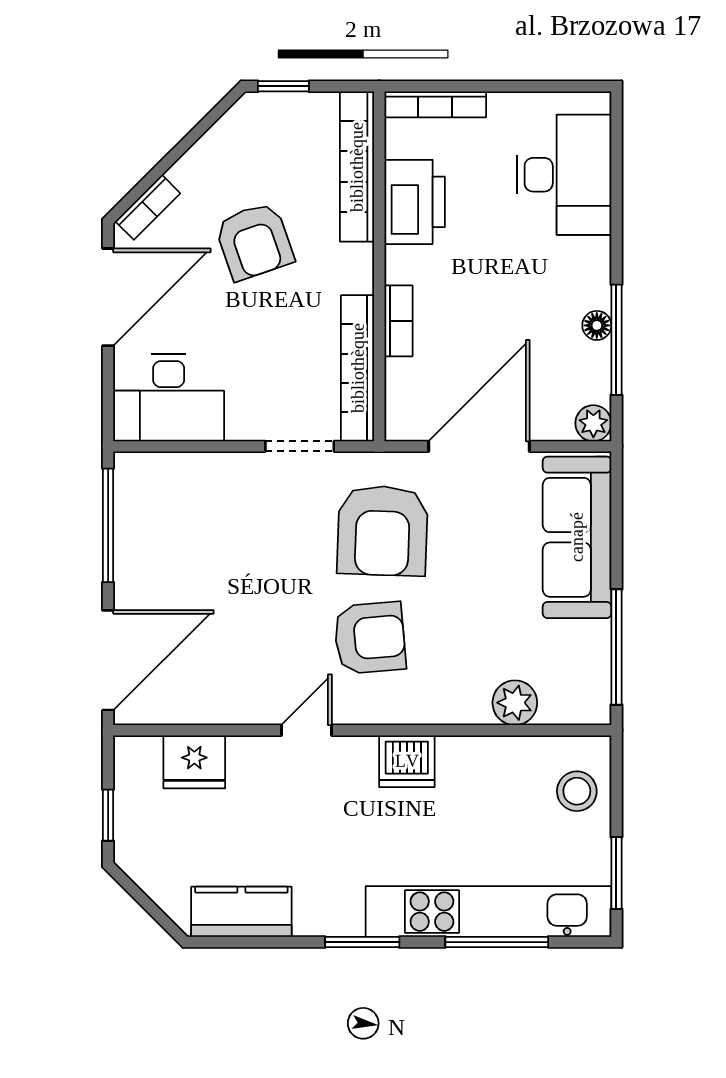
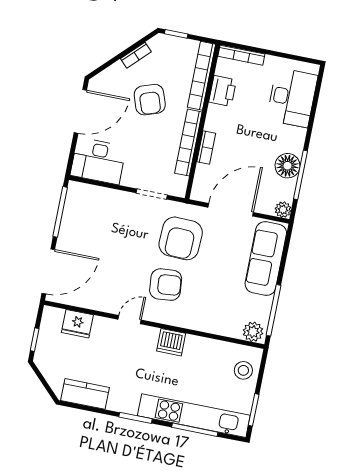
printer: (415, 202) -> (223, 91), width x0.73, depth x0.84
bookcase: (148, 207) -> (136, 55), moved
floor lamp: (597, 325) -> (288, 166), width x1.89, depth x1.89
bookcase: (358, 368) -> (188, 143), moved
plant: (515, 703) -> (253, 332), moved

